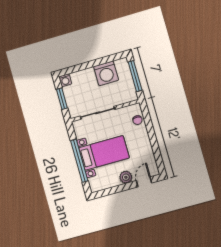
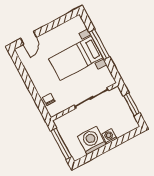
washing machine: (65, 80) -> (109, 136), moved
window: (79, 161) -> (99, 44), width x0.68
plant: (126, 177) -> (48, 38), removed

